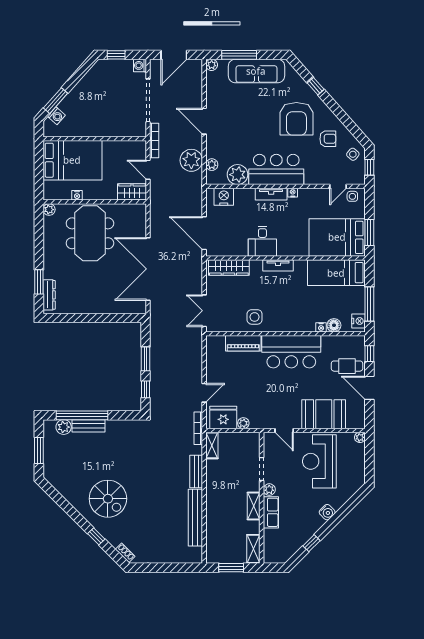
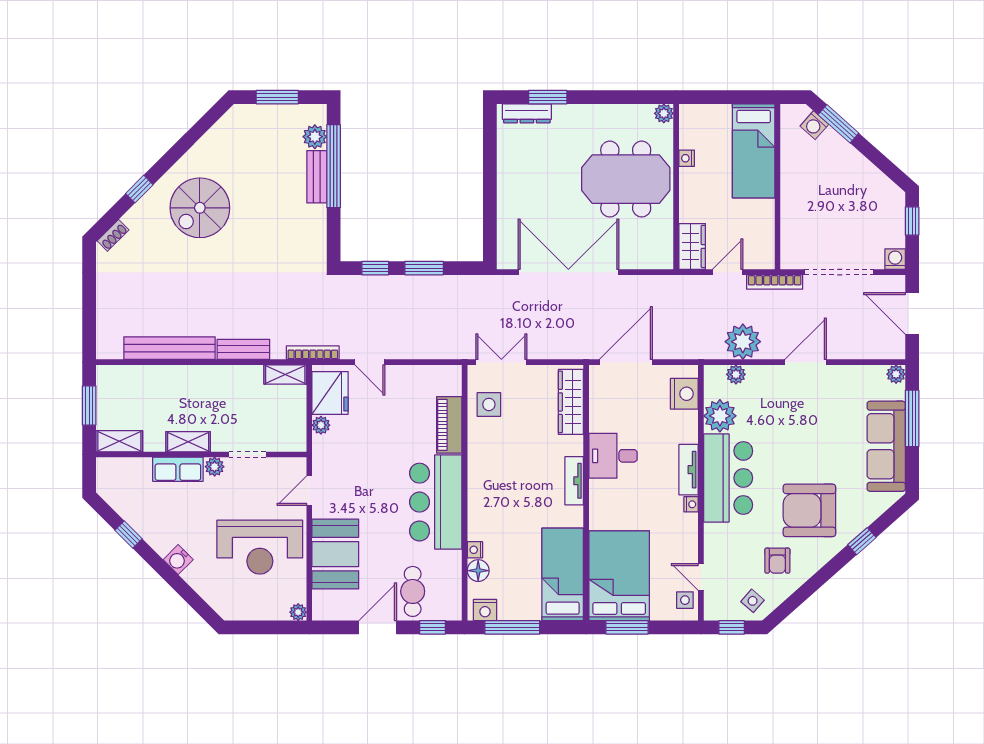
bed: (72, 160) -> (754, 151), width x0.67
side table: (255, 317) -> (489, 404), moved
reception desk: (319, 461) -> (260, 547), turned 180

